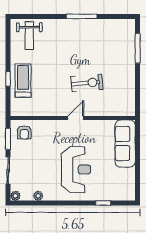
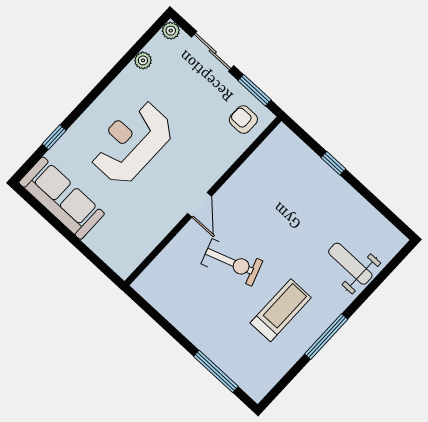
weight bench: (29, 36) -> (350, 264), moved
treadmill: (23, 81) -> (281, 310), moved, turned -90
exercise bike: (87, 83) -> (232, 262), turned -104
sofa: (125, 144) -> (62, 198), moved
reception desk: (76, 170) -> (131, 142), turned 90

